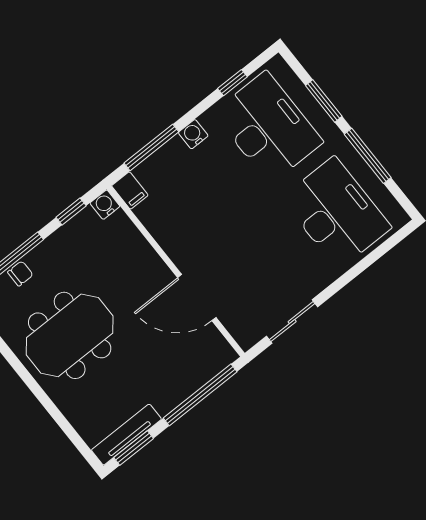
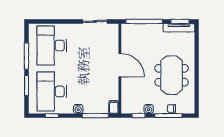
water cooler: (105, 205) -> (149, 109), moved
door: (197, 298) -> (120, 65), moved
meeting table: (70, 335) -> (172, 75), turned 90

